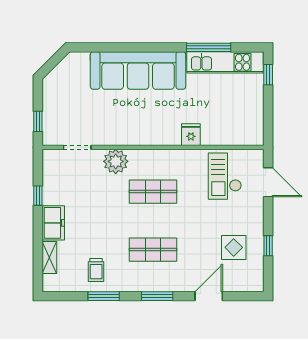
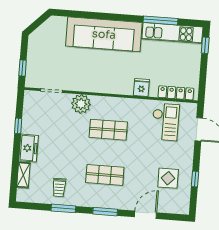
locker: (235, 138) -> (176, 93), added
checkout: (225, 176) -> (165, 122), turned 180

